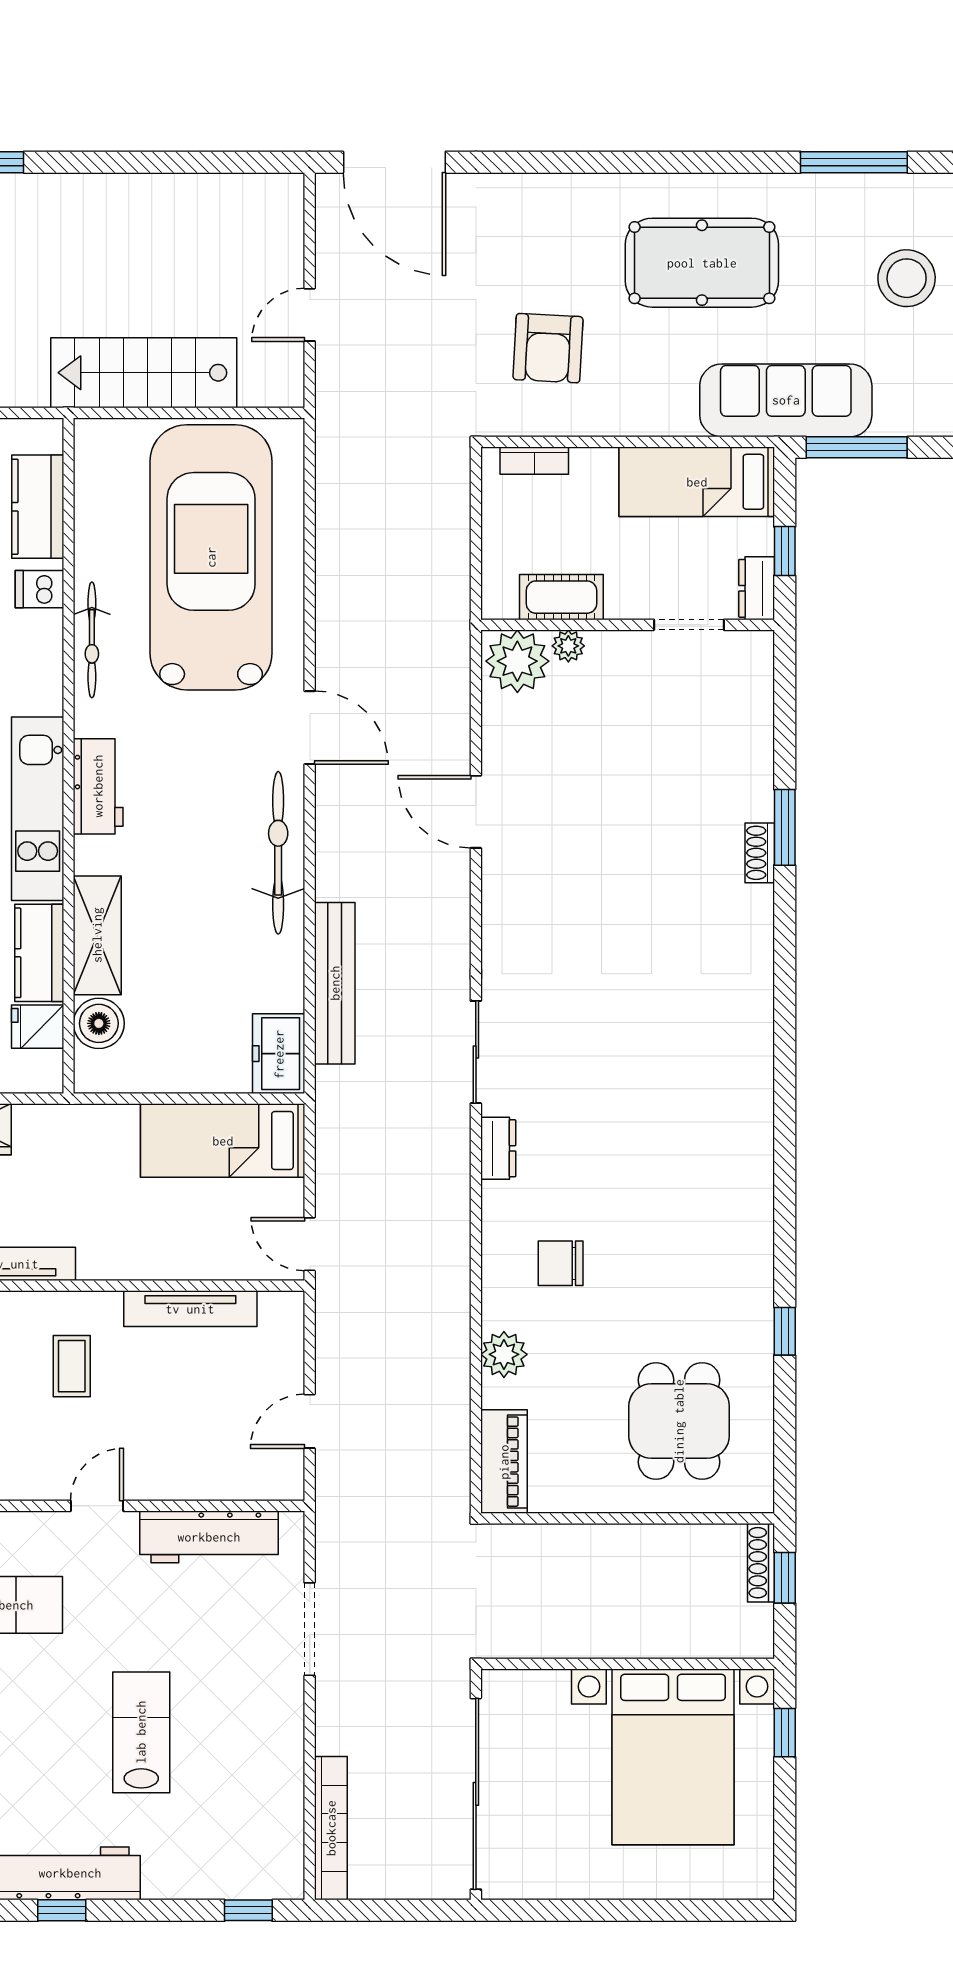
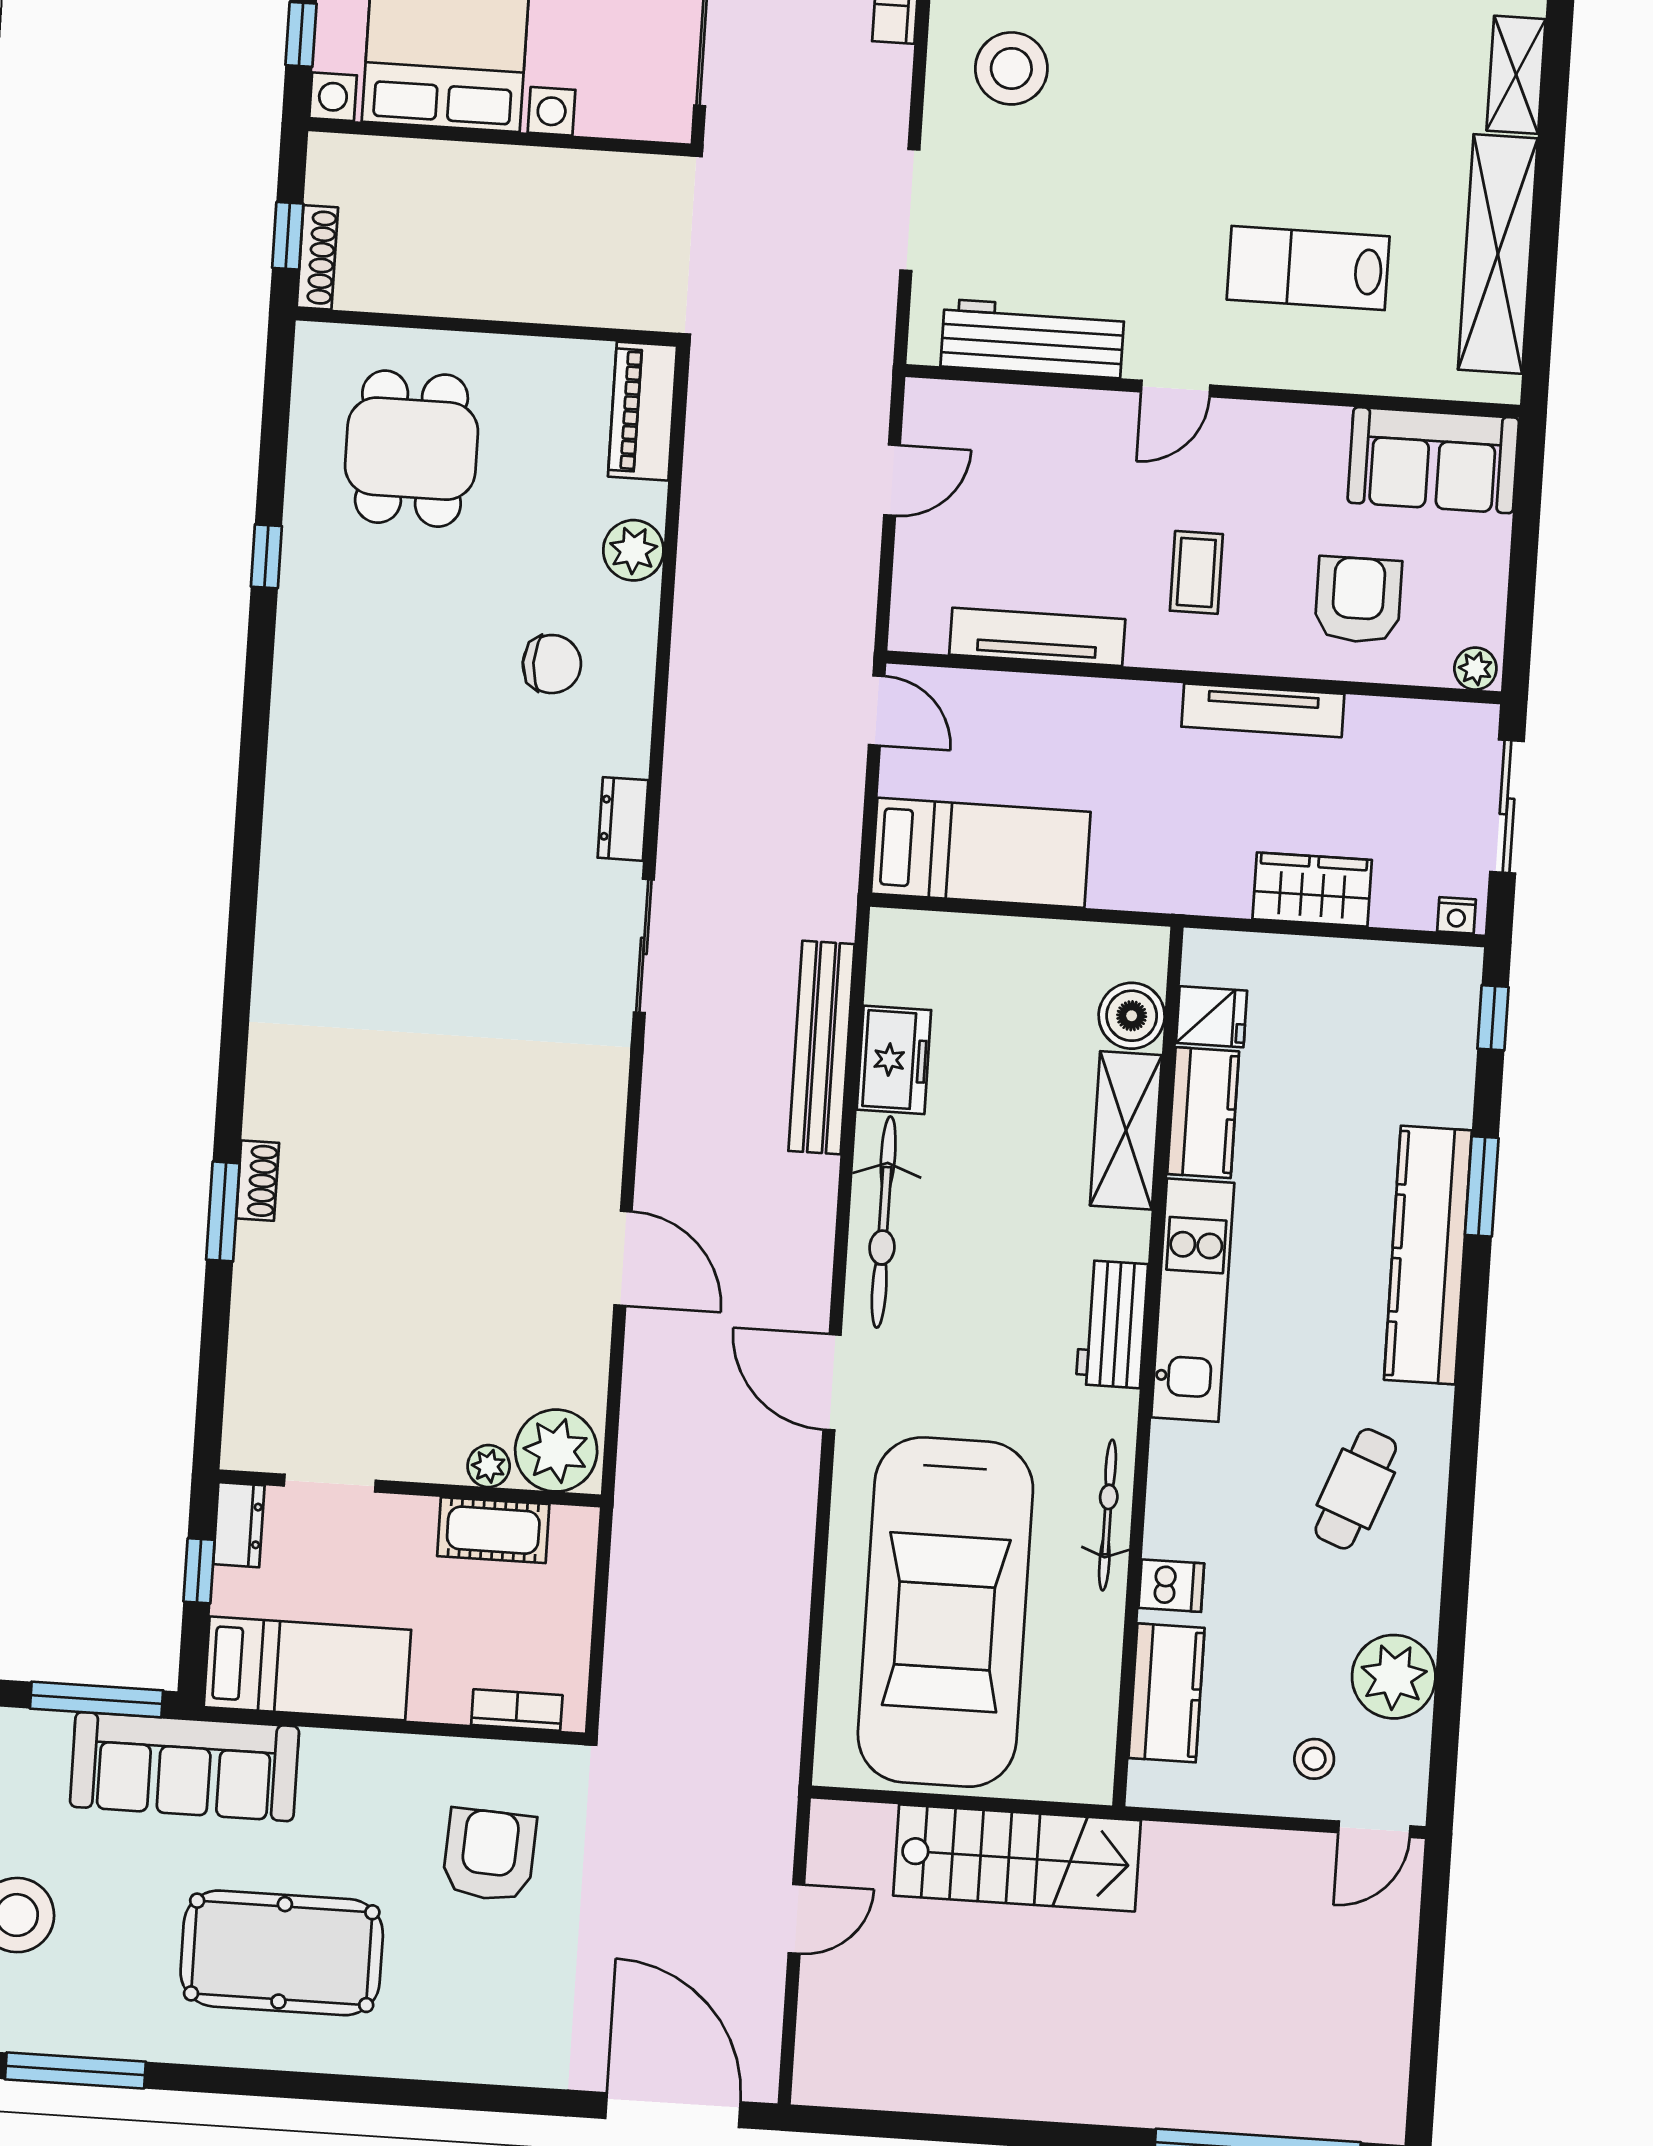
freezer: (279, 1054) -> (894, 1060), moved
lab bench: (141, 1732) -> (1138, 90), removed
stool: (239, 1743) -> (1011, 68), added

